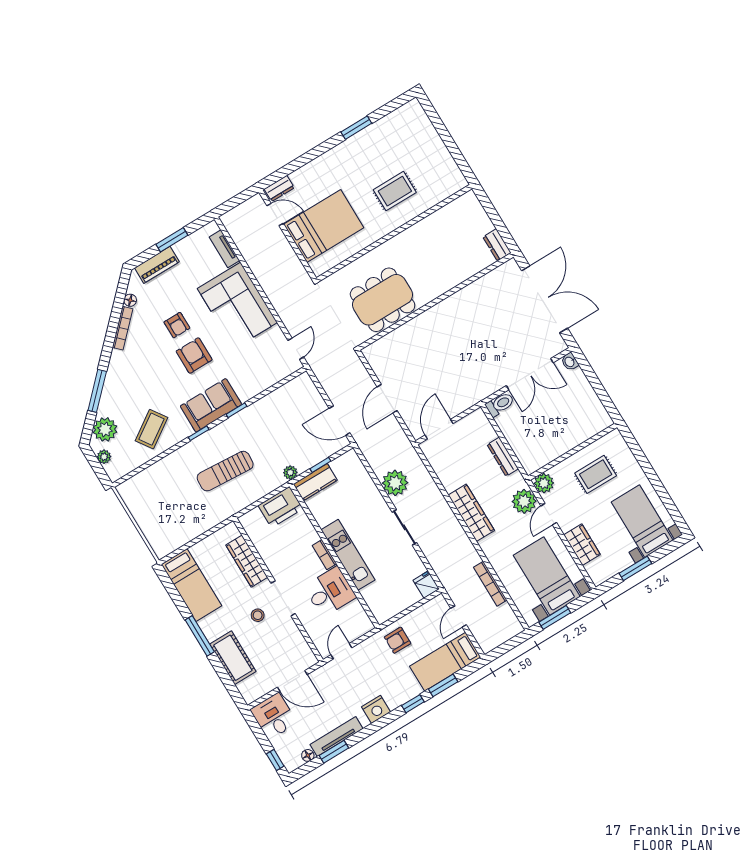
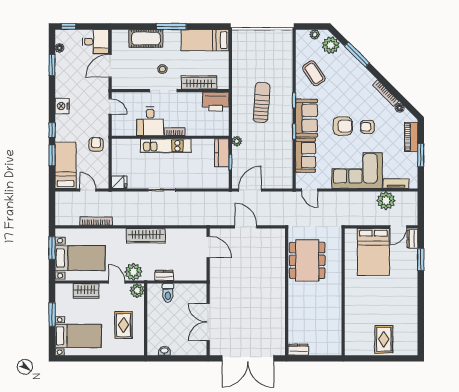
window: (356, 128) -> (421, 259), moved
rug: (395, 191) -> (384, 339), moved
washbasin: (570, 362) -> (164, 351), moved
sofa: (257, 379) -> (306, 155), added
toilet: (500, 404) -> (168, 293), moved
dresser: (503, 457) -> (164, 275), width x0.70
plant: (395, 483) -> (386, 201), moved
printer: (281, 507) -> (216, 102), moved, turned -90
tv unit: (336, 737) -> (60, 72), removed

